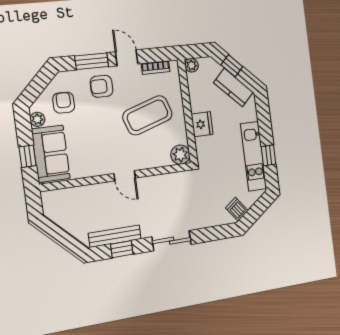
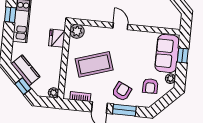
armchair: (102, 86) -> (122, 92), turned -65
fridge: (202, 124) -> (57, 38), moved

